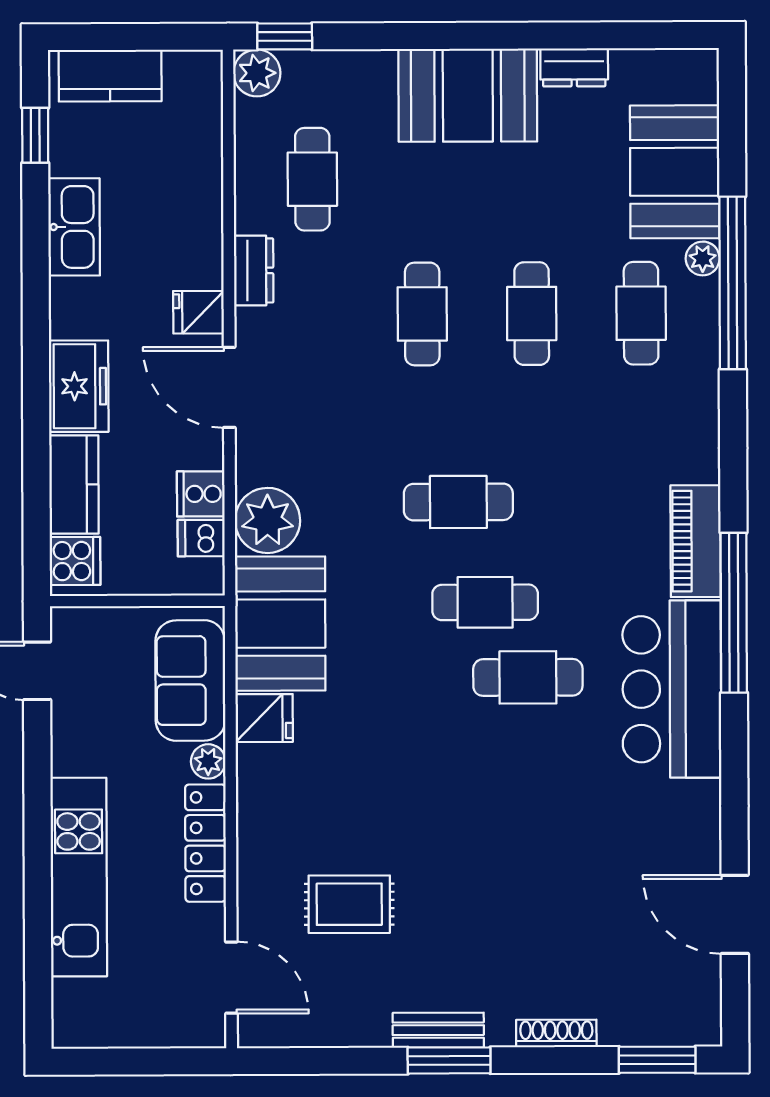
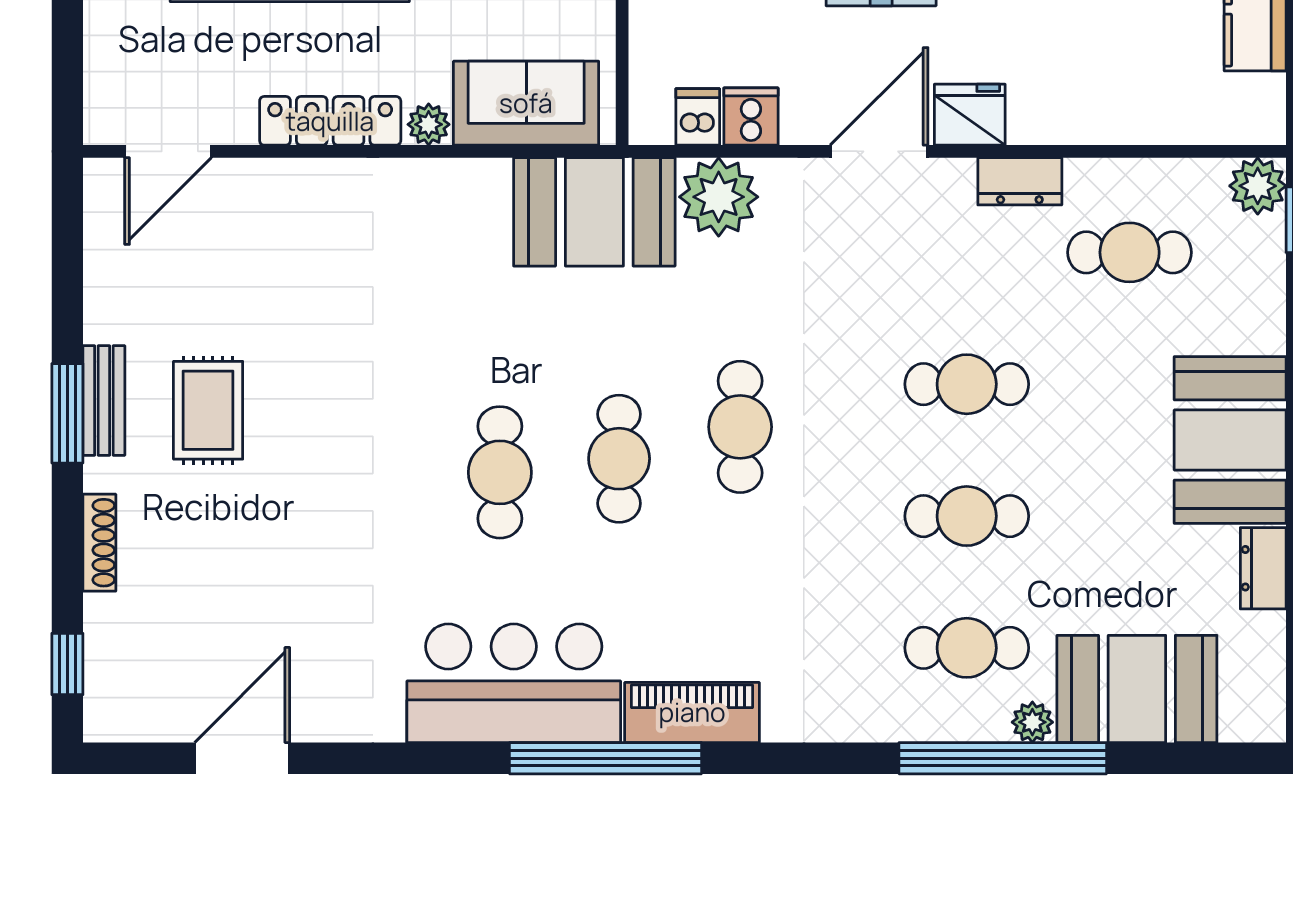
fridge: (199, 312) -> (970, 115), width x1.38
cafe table: (528, 677) -> (500, 472), moved
fridge: (264, 718) -> (481, 192), removed
rug: (349, 904) -> (208, 410), moved
window: (657, 1060) -> (67, 664), width x0.67

